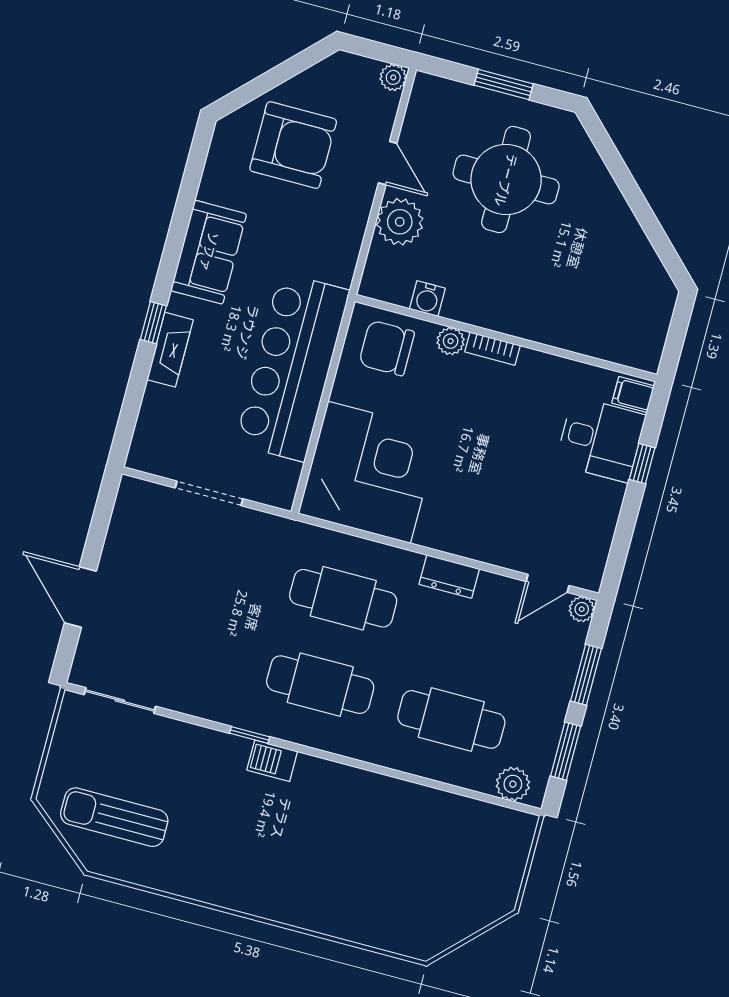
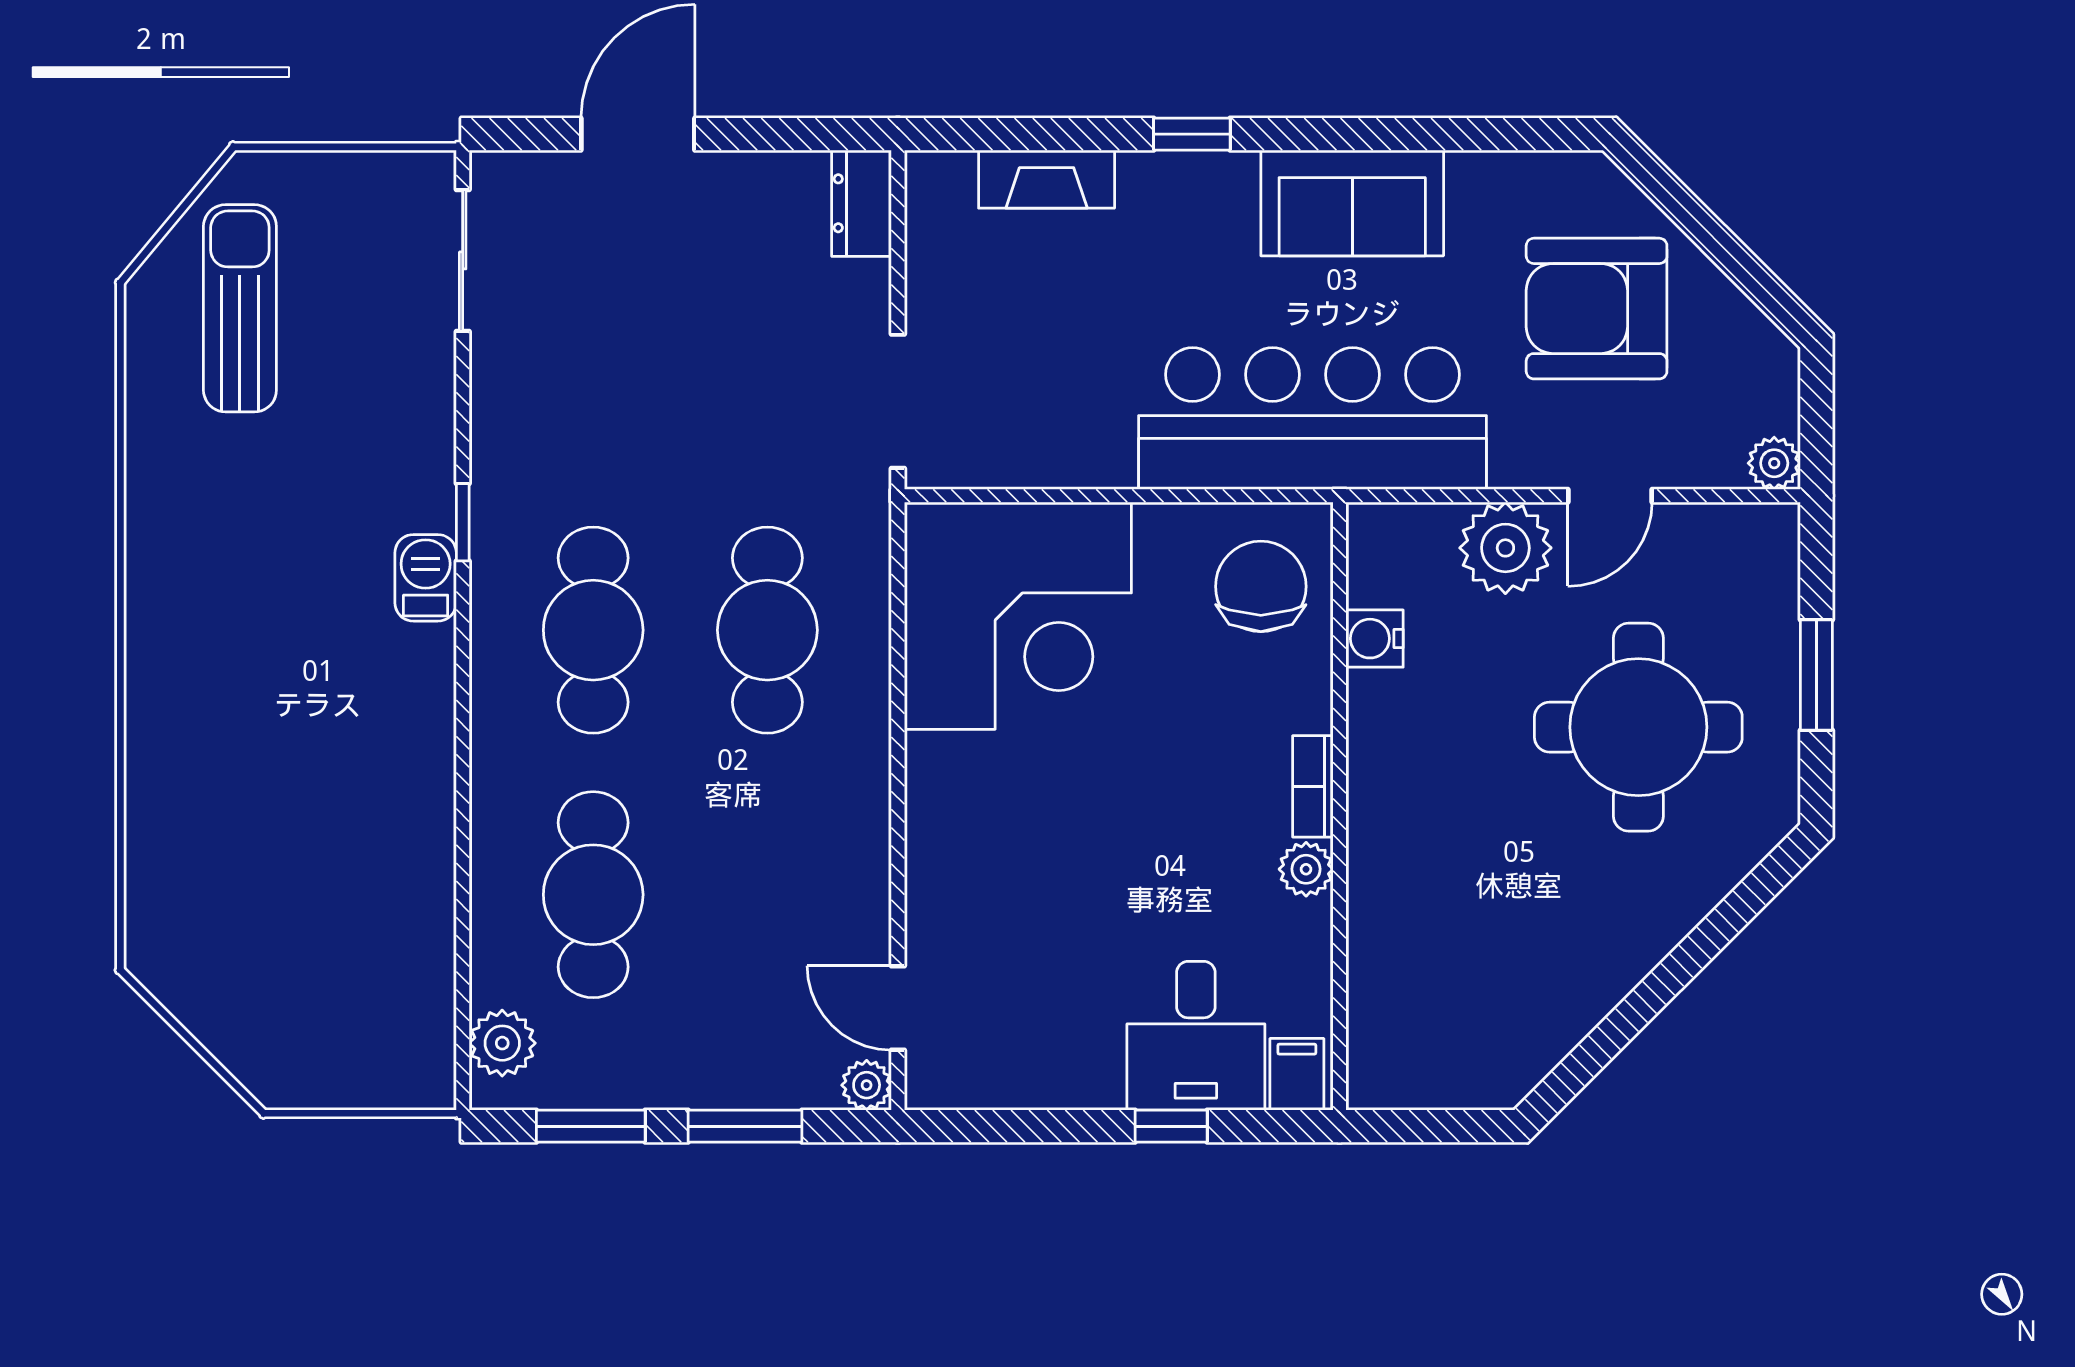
armchair: (293, 145) -> (1597, 309), turned 90
plant: (451, 341) -> (1306, 869), moved
fireplace: (170, 350) -> (1047, 179), moved
bar counter: (292, 367) -> (1312, 418), moved
doorway: (209, 493) -> (898, 401), moved
dresser: (449, 577) -> (862, 203), moved

